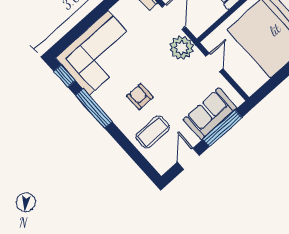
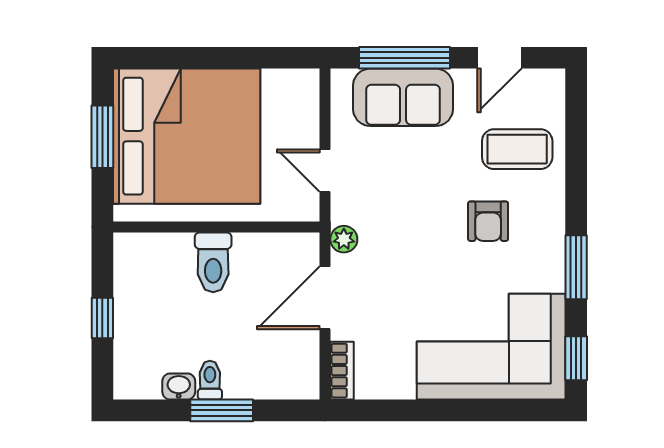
plant: (182, 48) -> (344, 239), width x0.53, depth x0.53
door: (214, 62) -> (325, 171), hinge flipped
window: (94, 108) -> (576, 267), width x0.69

